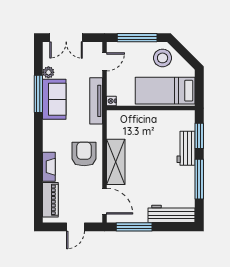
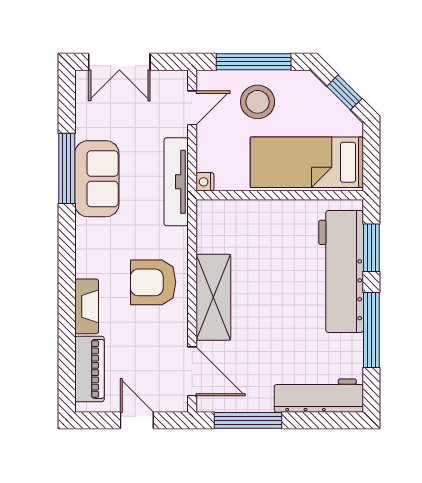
window: (185, 54) -> (344, 92), added
stool: (163, 58) -> (258, 102), moved
plant: (48, 72) -> (86, 127), removed
workbench: (186, 148) -> (341, 271), width x1.87, depth x1.32
armchair: (84, 154) -> (153, 282), turned -90
door: (75, 227) -> (137, 420), swing flipped

